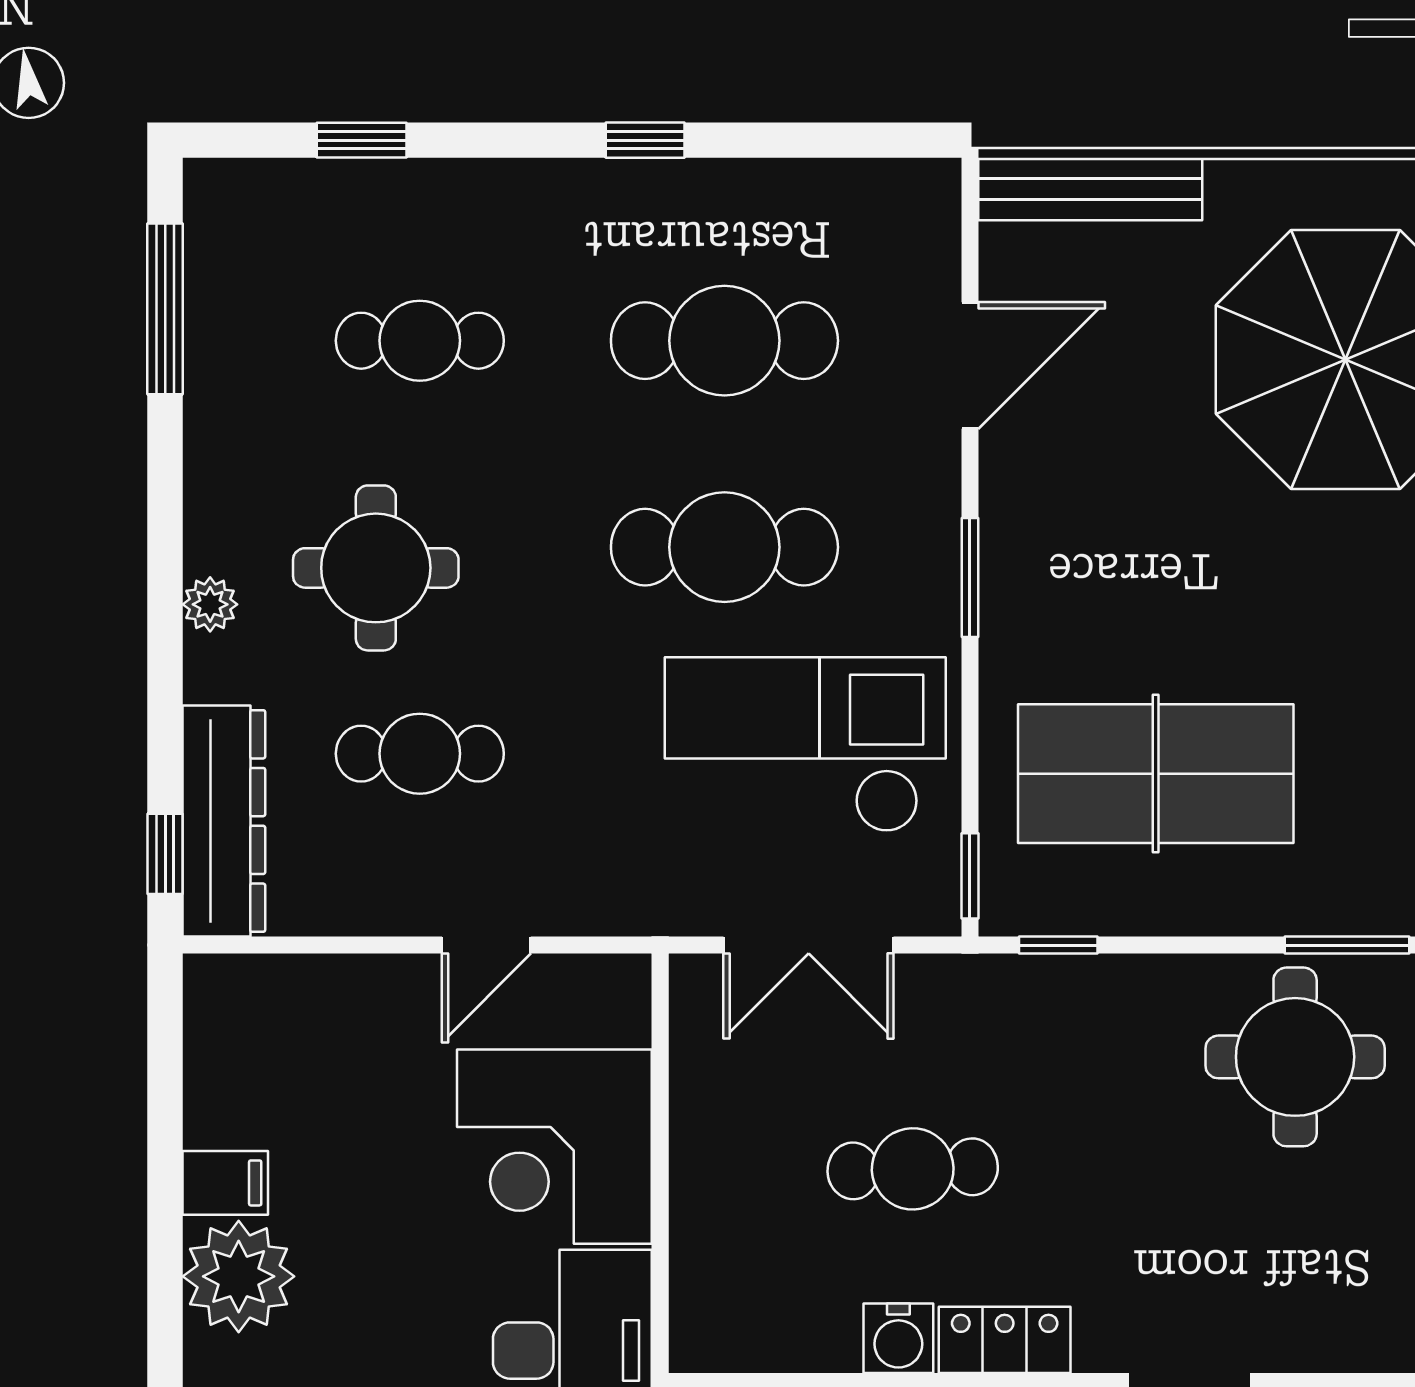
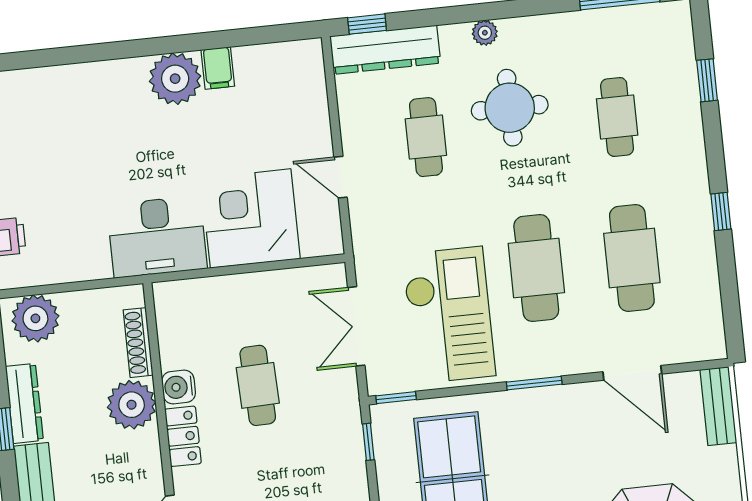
bench: (1090, 189) -> (718, 406), width x0.73

